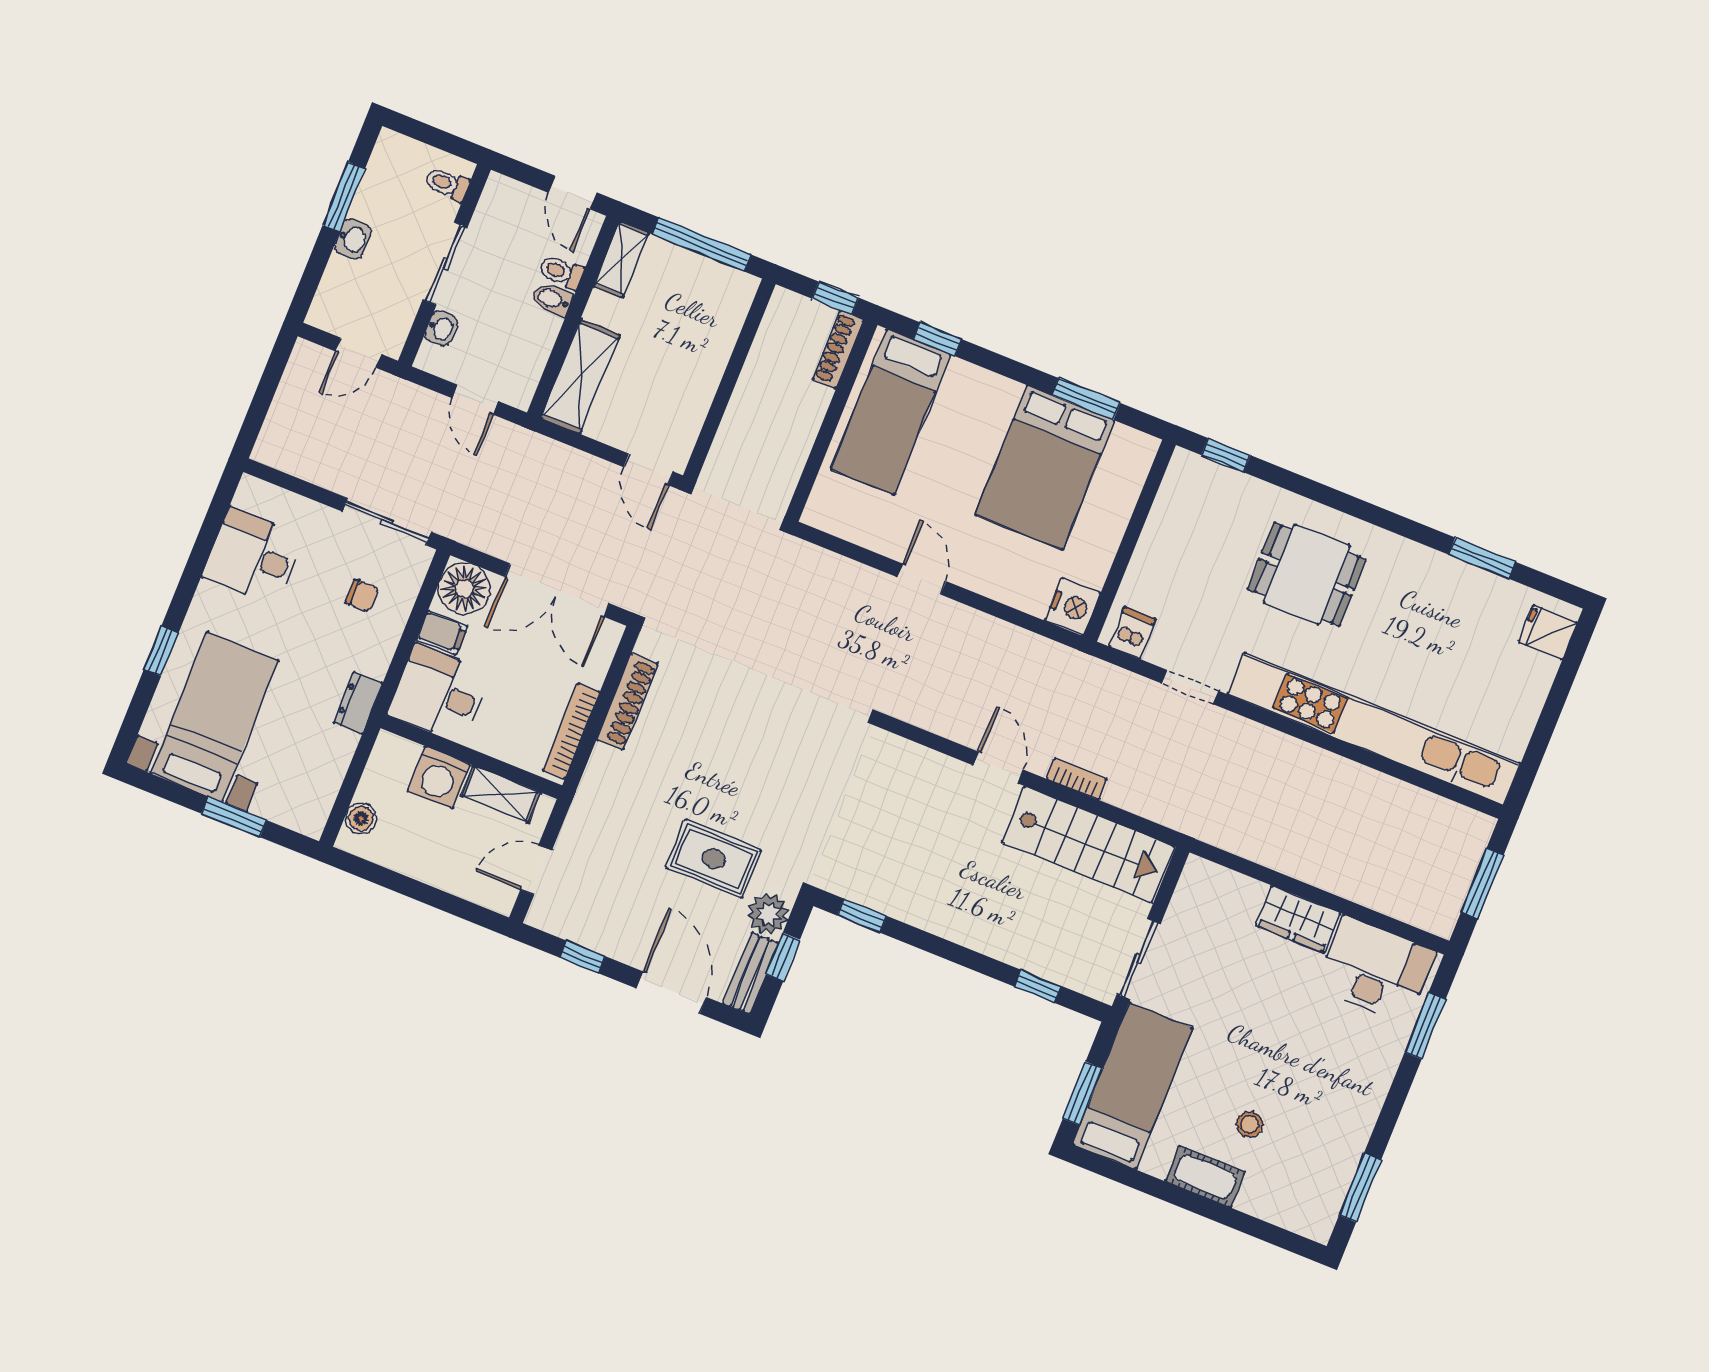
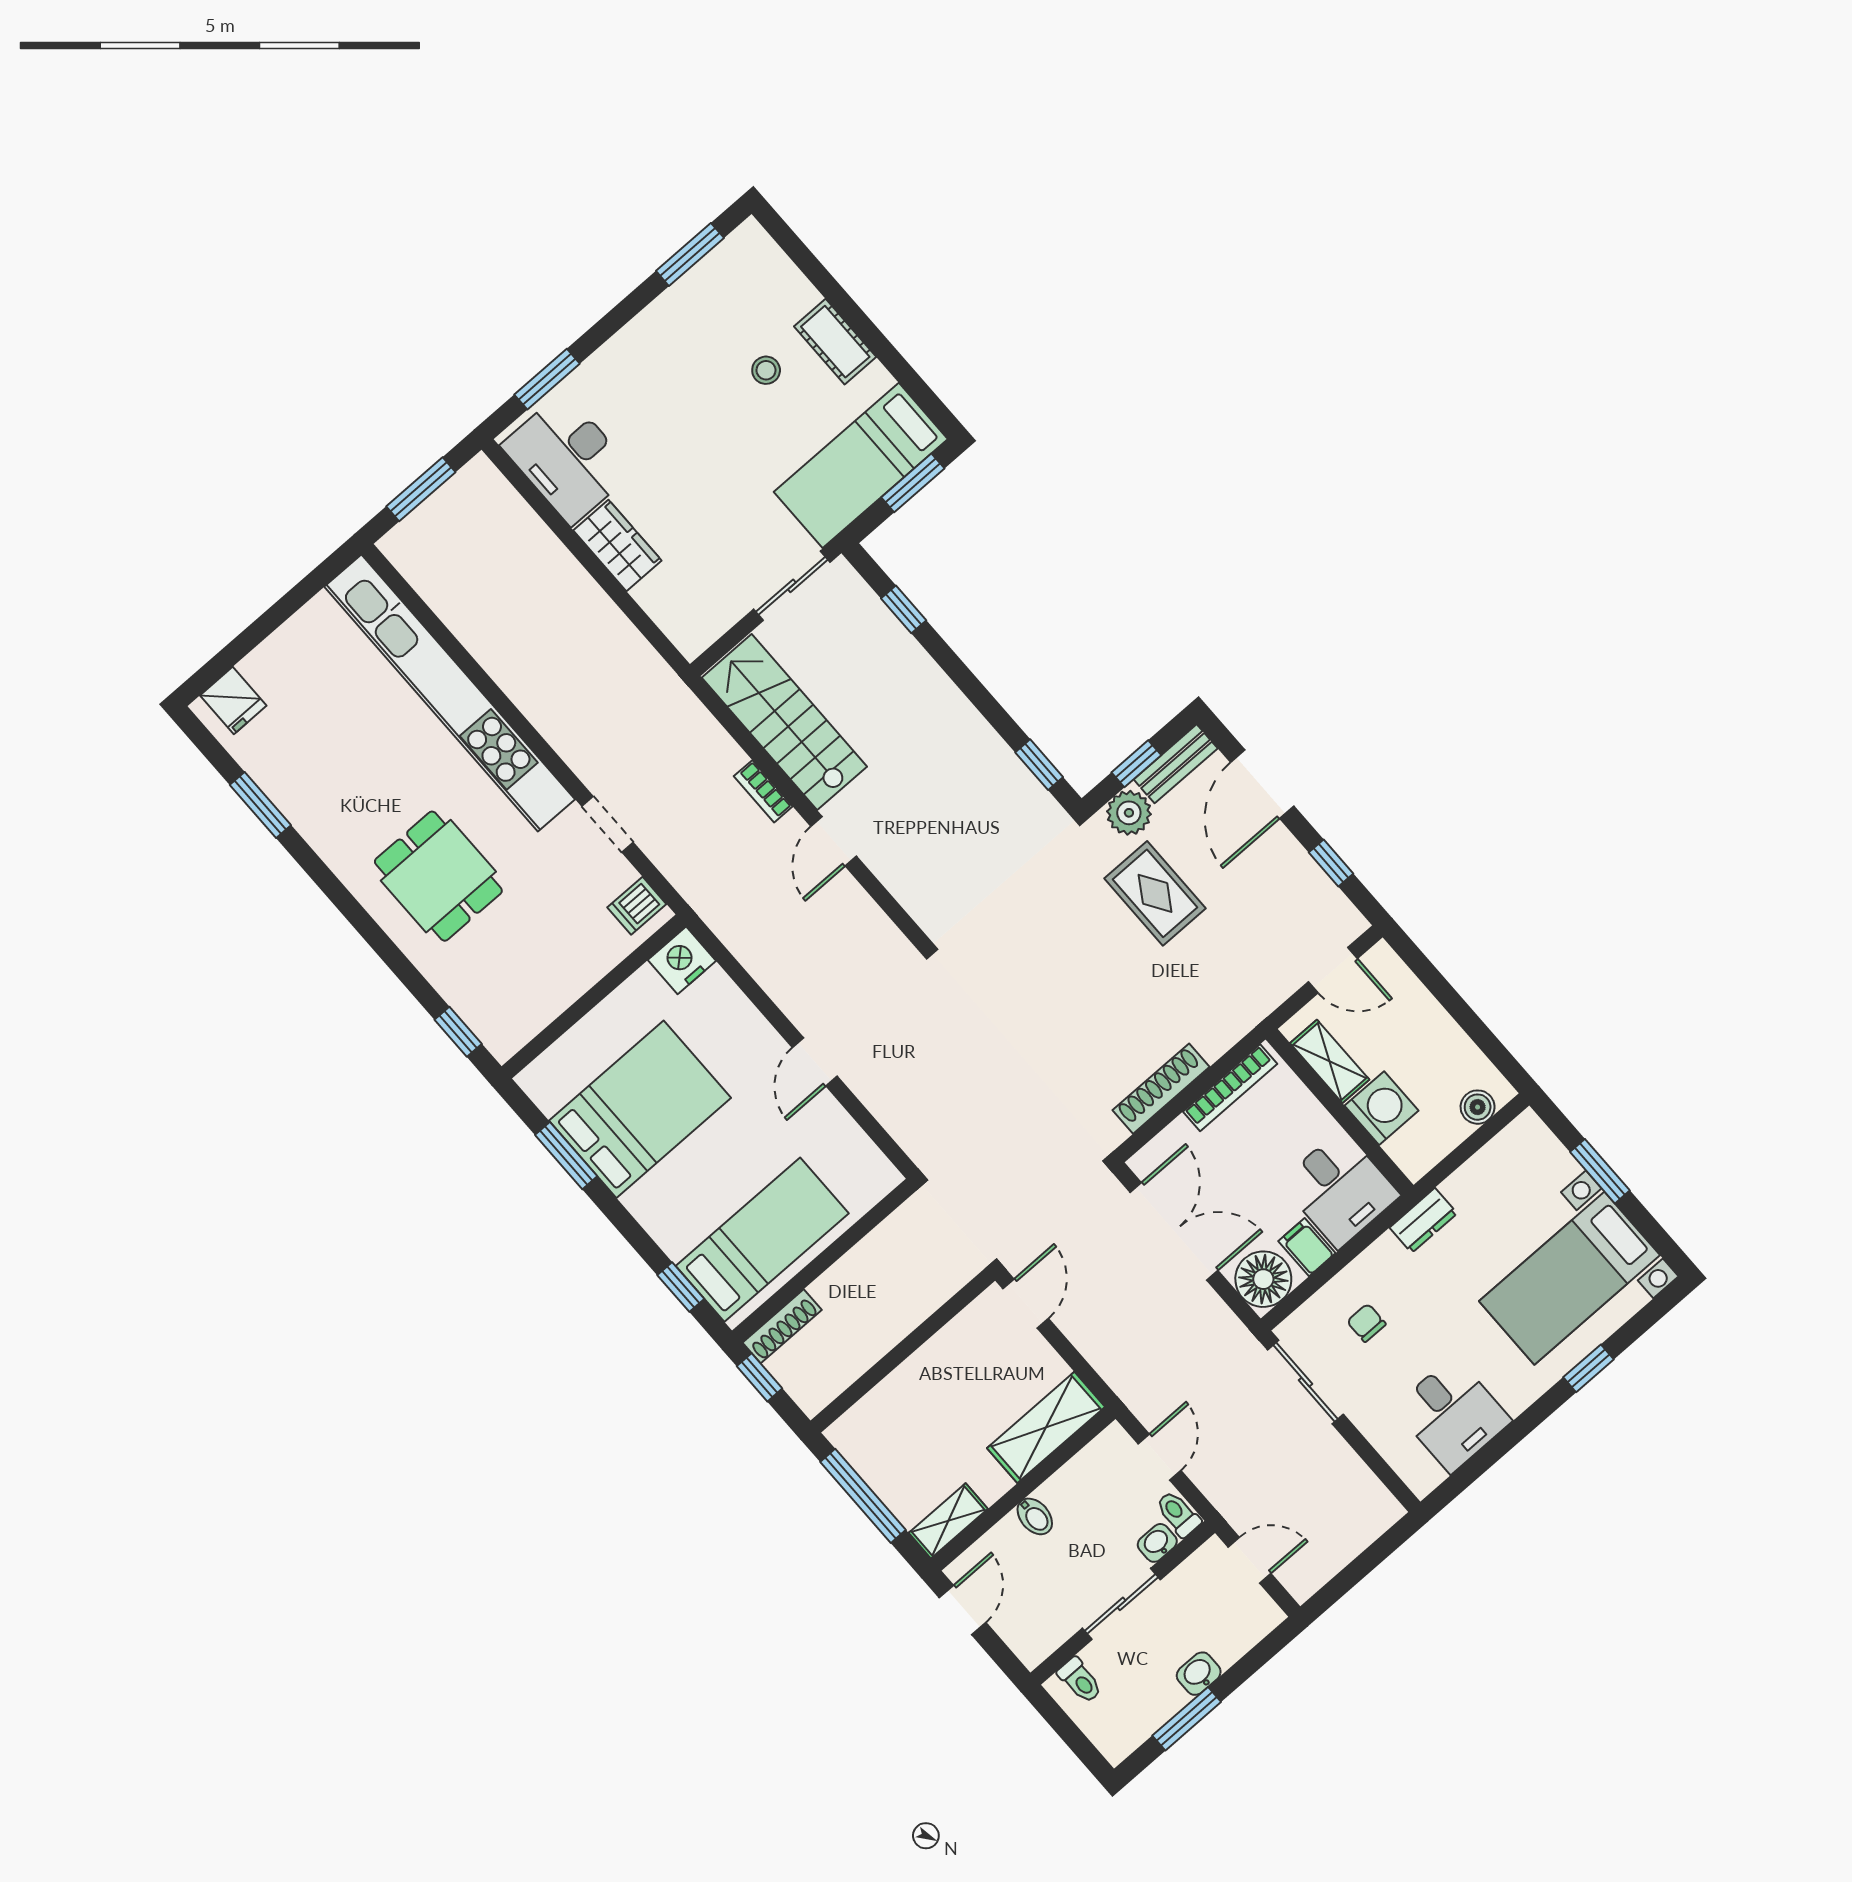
toilet: (561, 272) -> (1178, 1514), moved, turned 180

